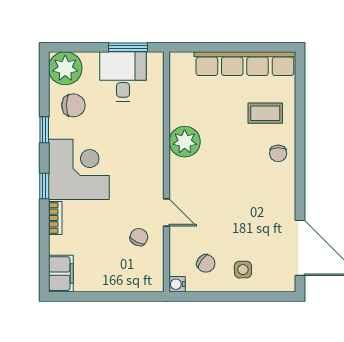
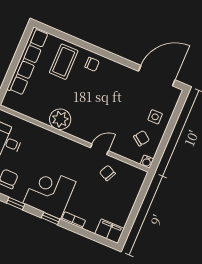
coffee table: (265, 113) -> (64, 62), width x1.36, depth x1.30

